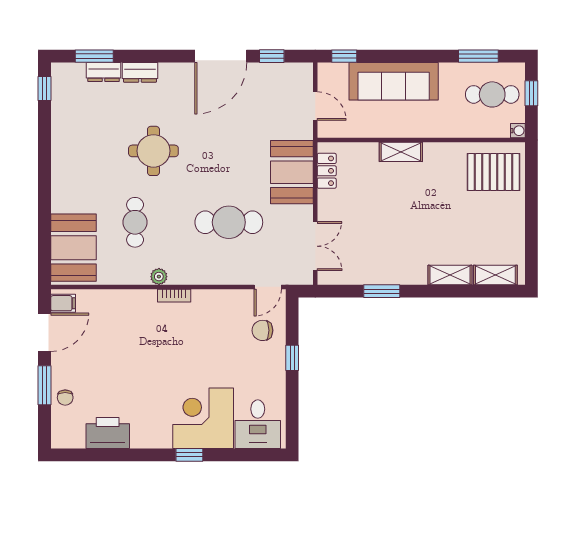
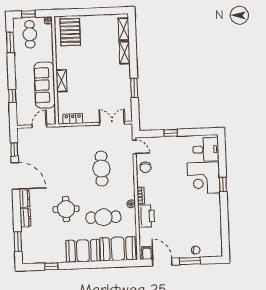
window: (344, 56) -> (12, 96), moved
dresser: (104, 72) -> (25, 199), moved
sofa: (394, 81) -> (45, 85), moved, turned 180
window: (44, 89) -> (51, 266), moved
booth: (292, 172) -> (83, 251), moved
cafe table: (135, 222) -> (103, 217), width x1.37, depth x1.35
chair: (262, 330) -> (146, 167), moved
printer: (108, 433) -> (146, 216), moved, turned 180

